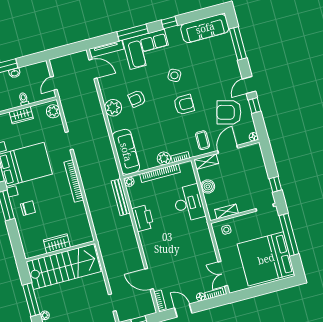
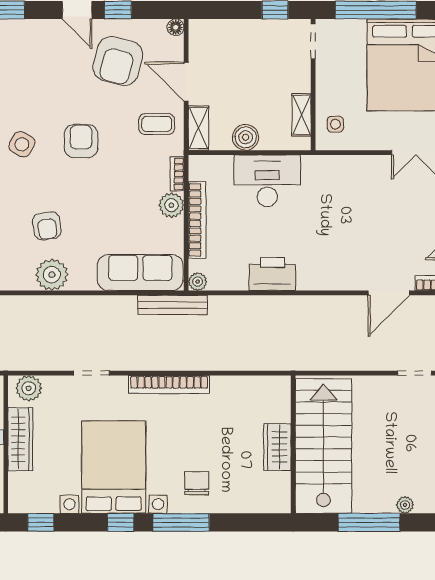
wardrobe: (21, 115) -> (20, 439), width x1.50
bench: (121, 197) -> (173, 305), moved

